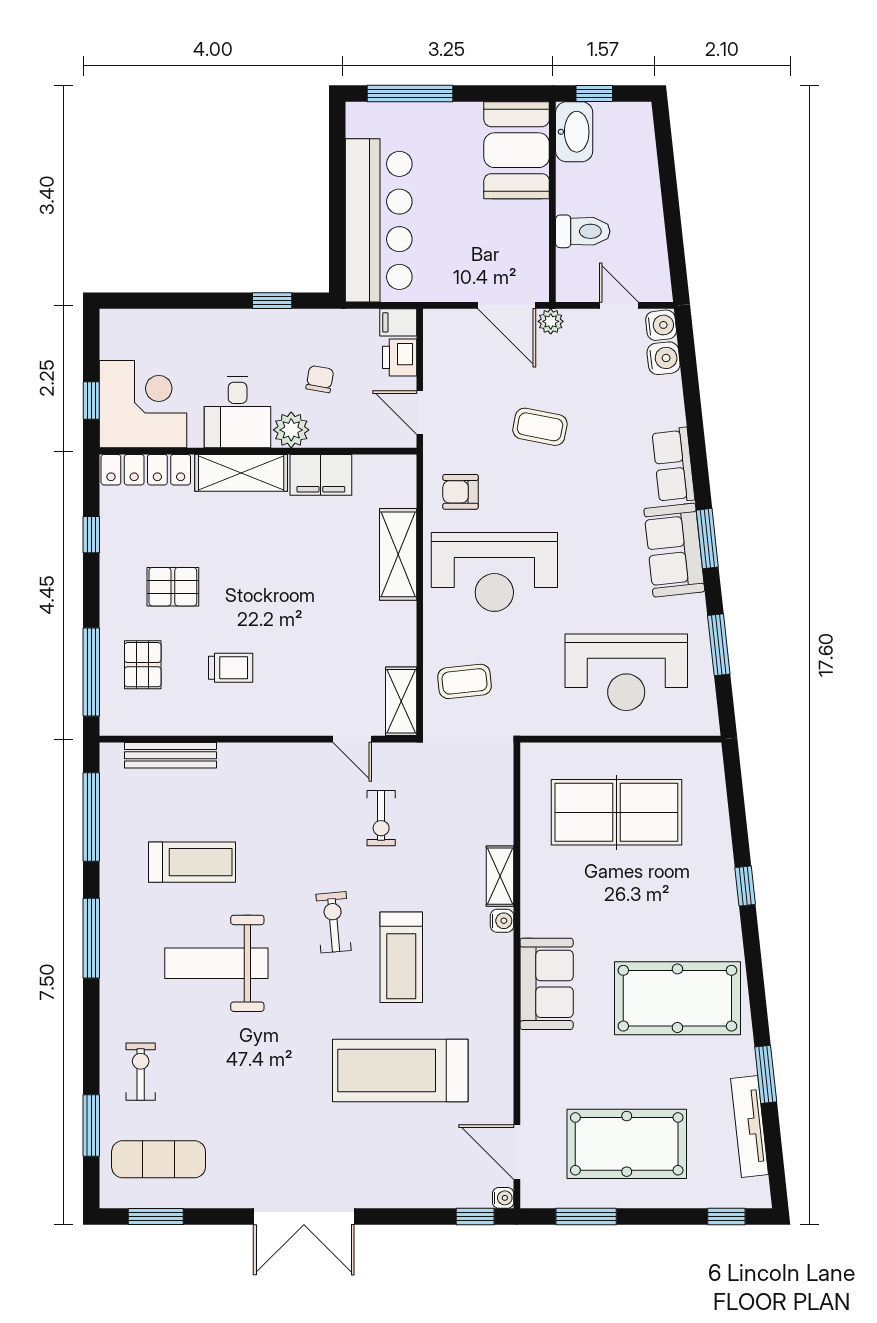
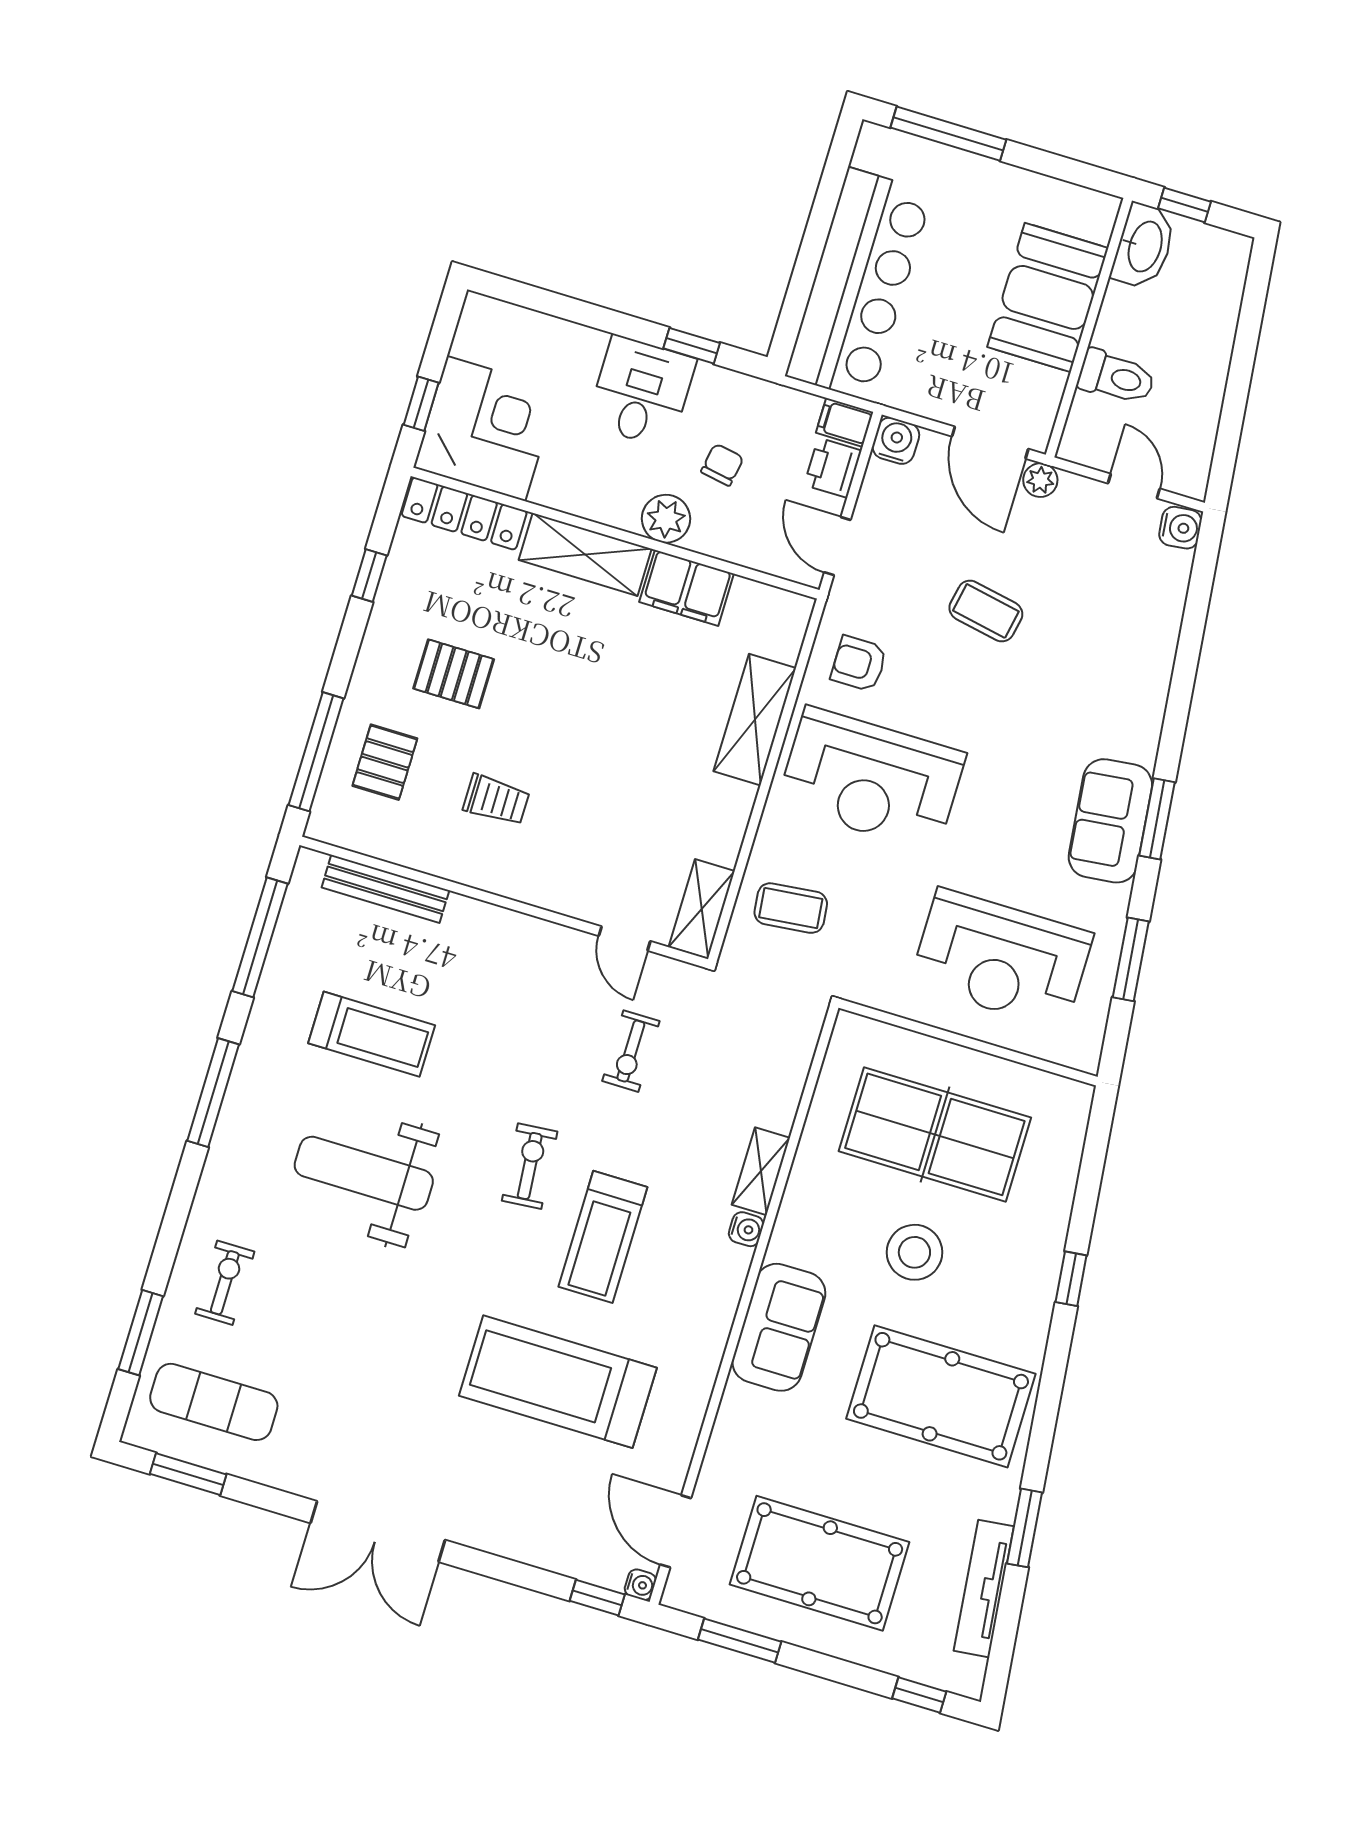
booth: (517, 150) -> (1048, 297), moved
water cooler: (664, 358) -> (896, 441), moved, turned -84
desk: (238, 412) -> (641, 392), moved, turned 180
row of seats: (673, 465) -> (1142, 712), removed
stool: (627, 901) -> (914, 1252), added

